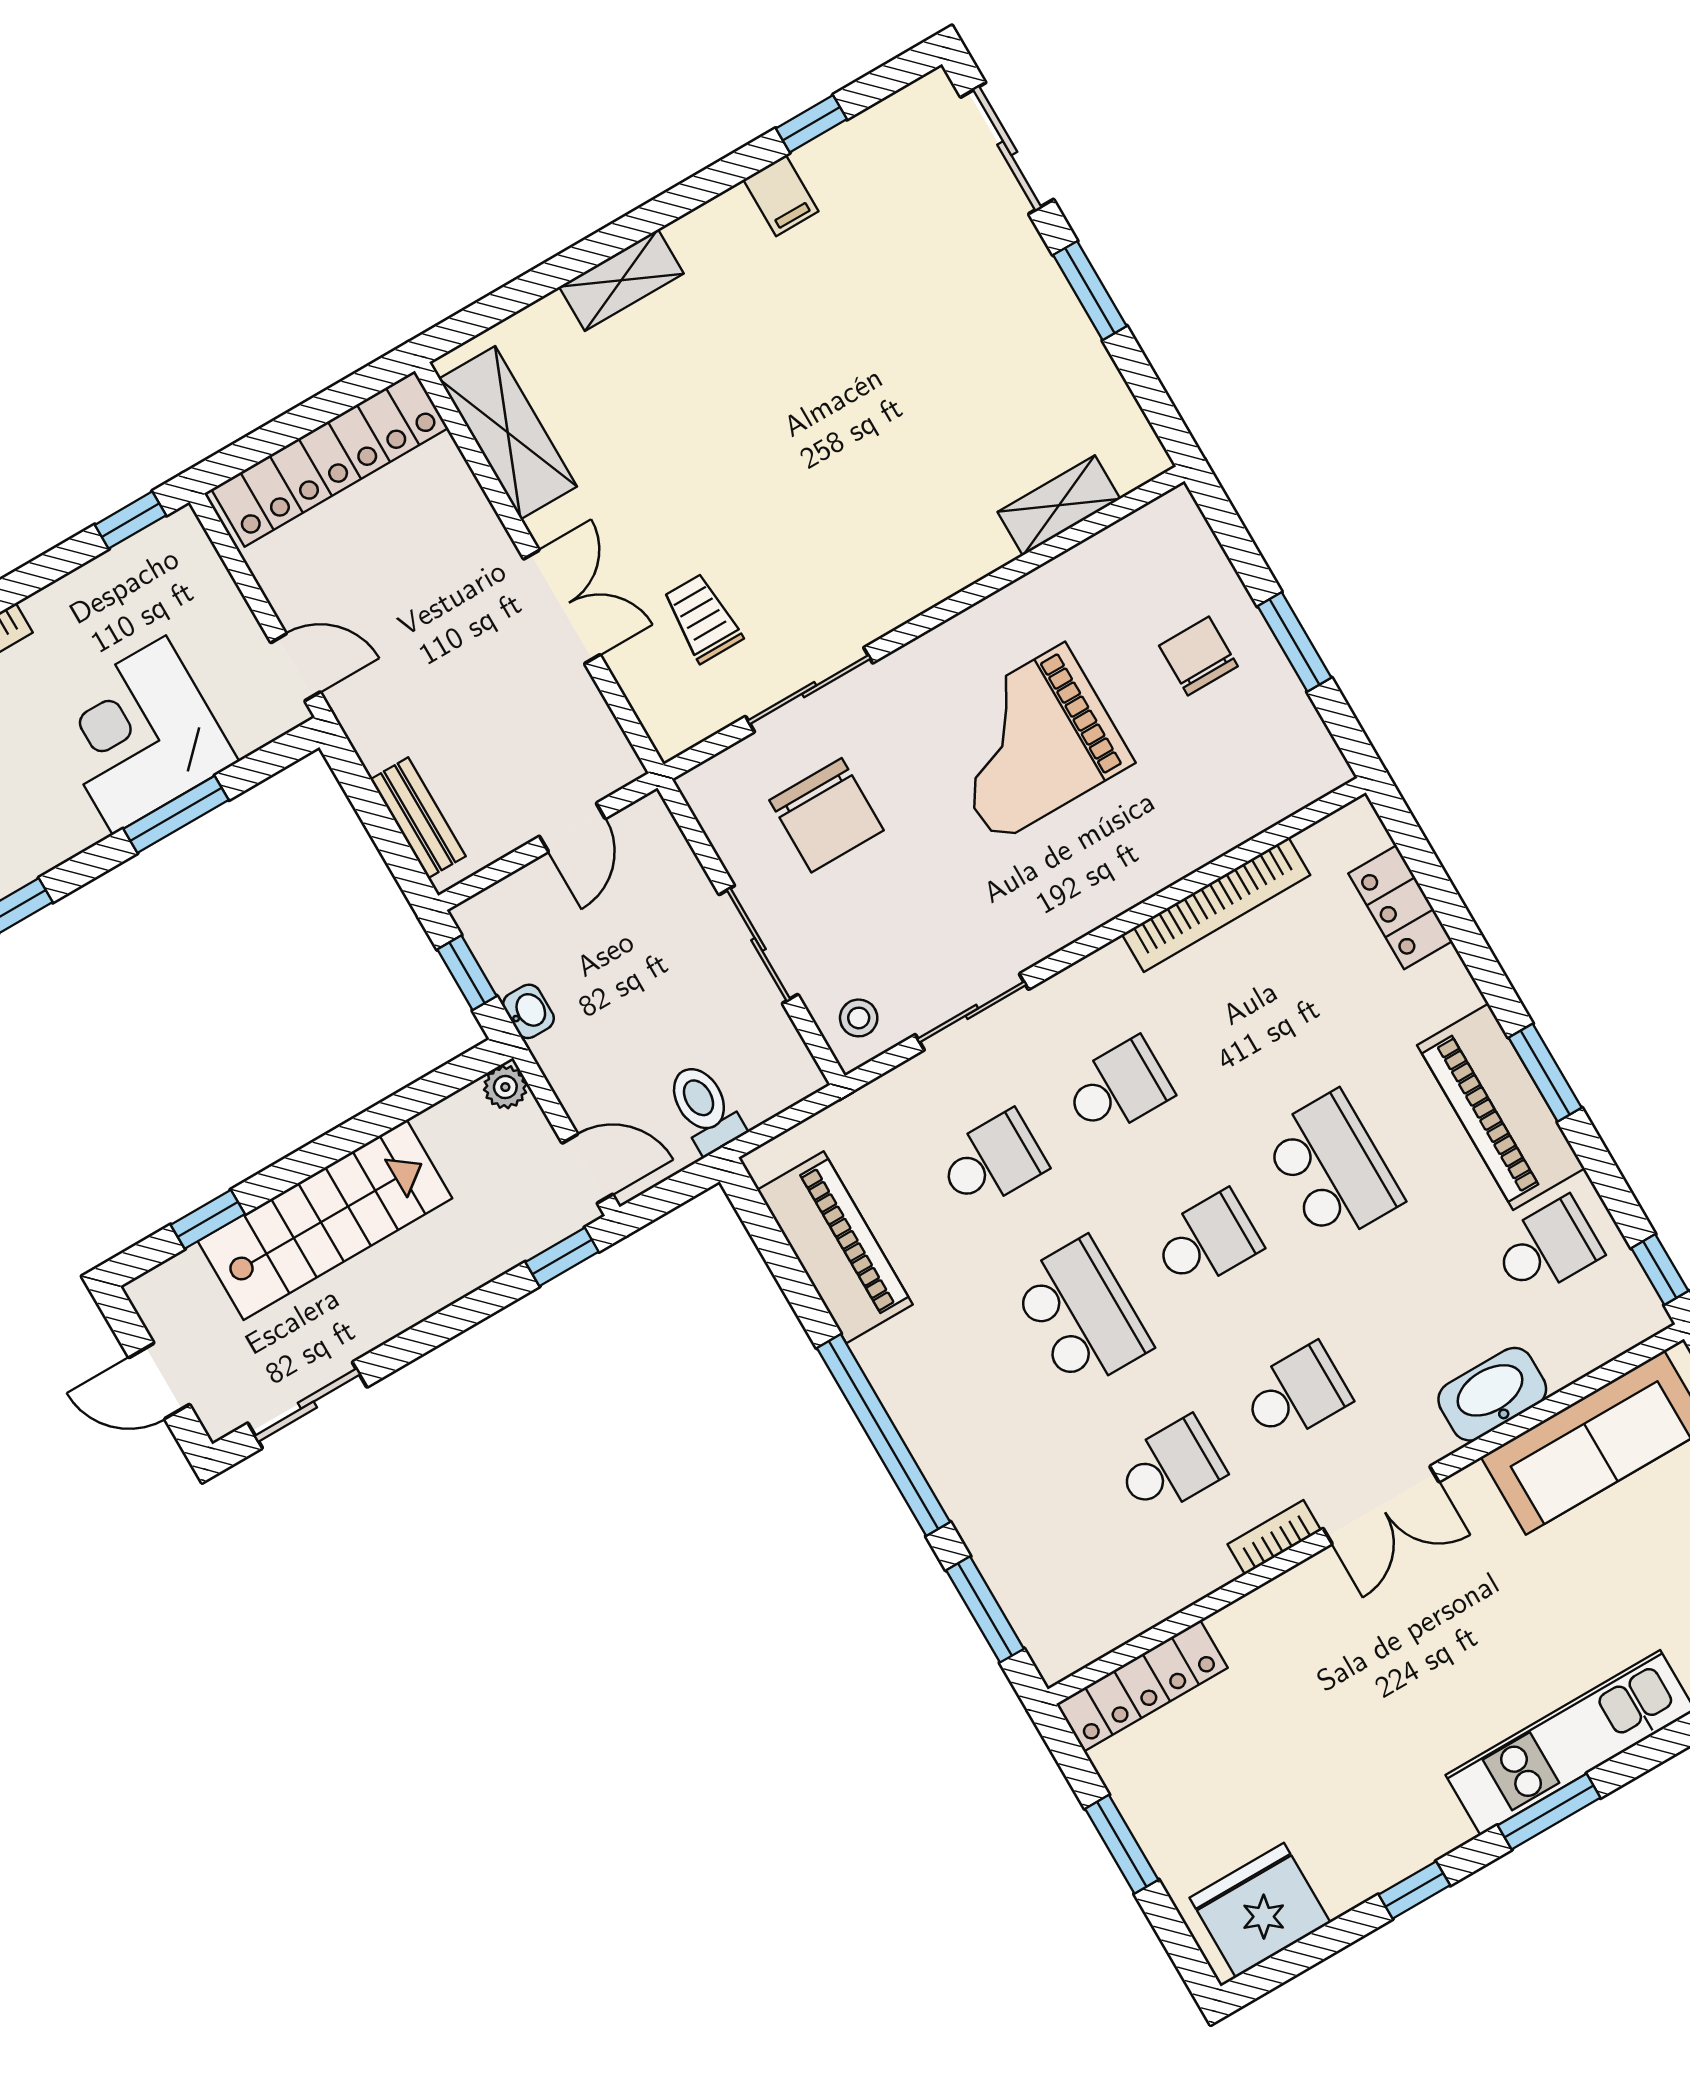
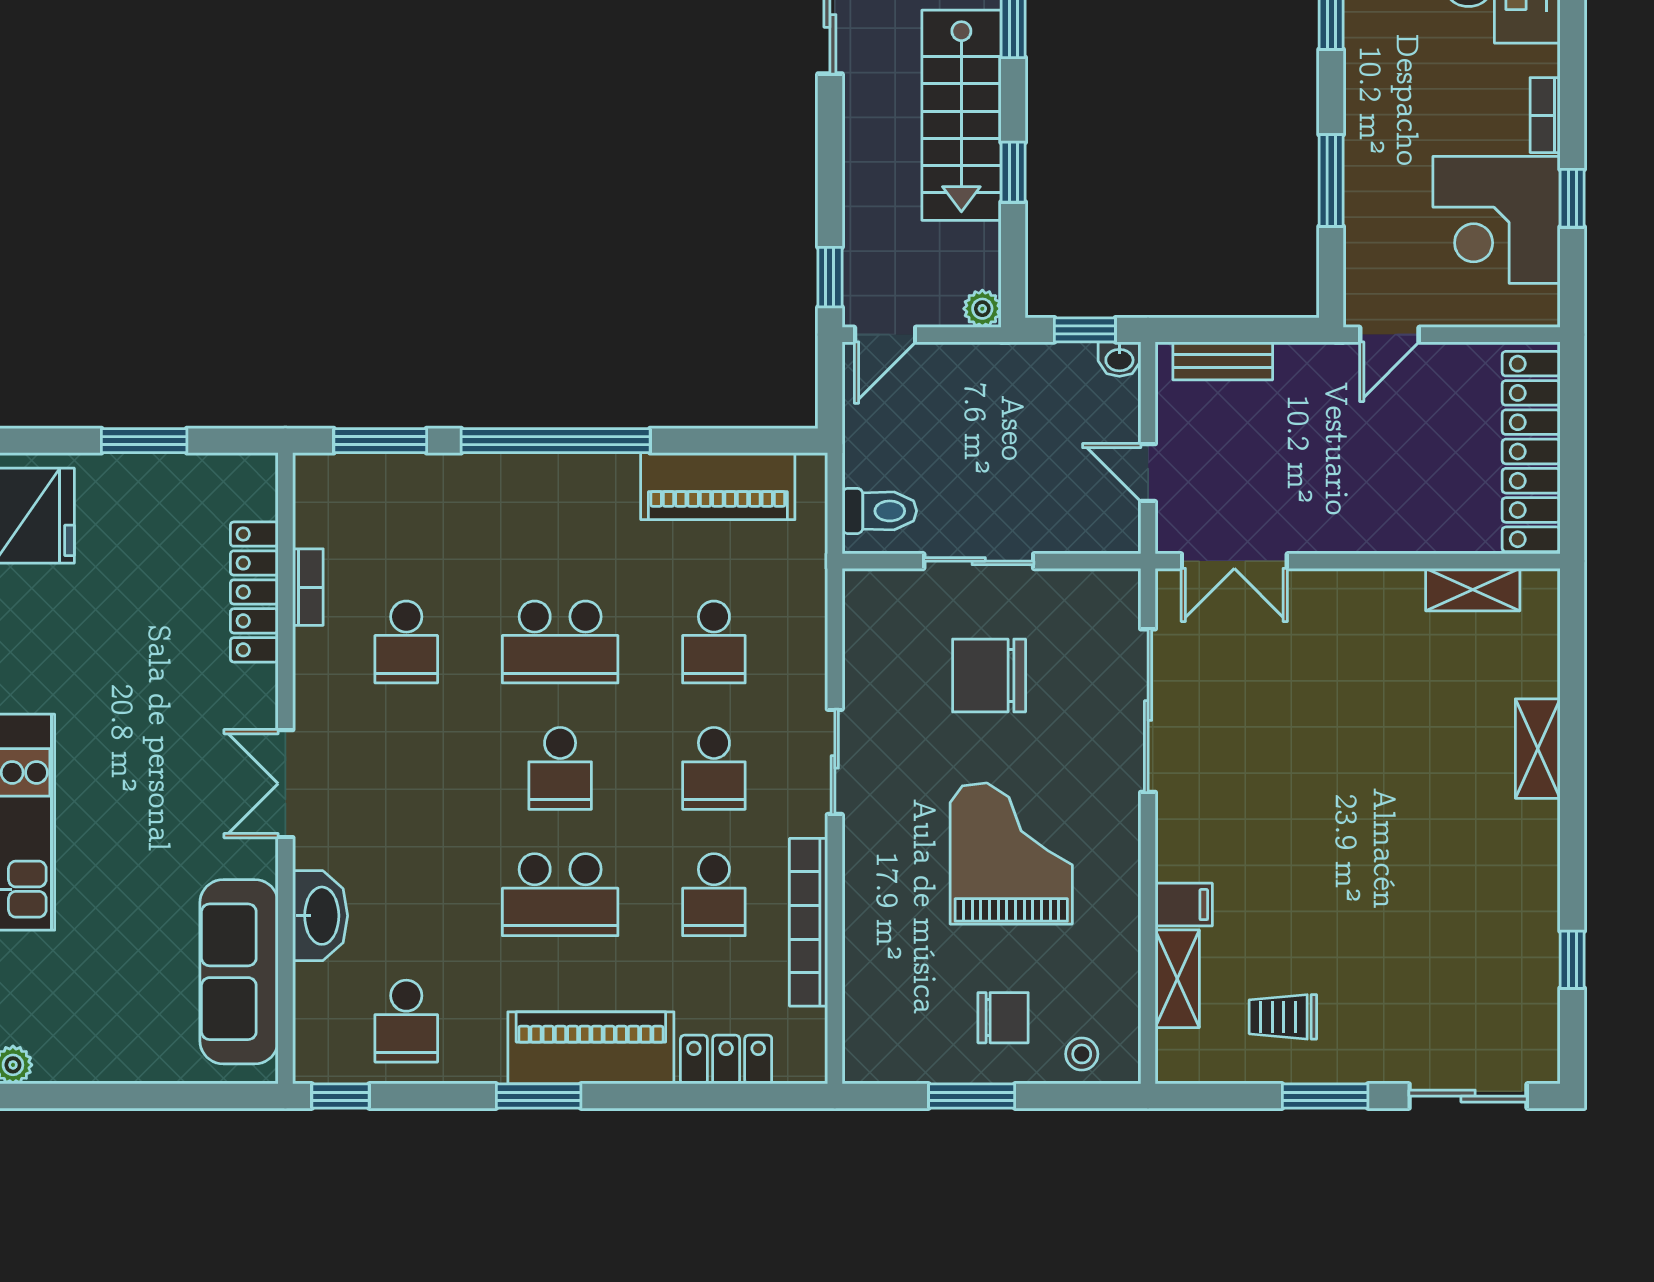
filing cabinet: (781, 195) -> (1184, 905), moved, turned 180
shelving: (508, 433) -> (1473, 590), width x0.67, depth x0.75
window: (130, 520) -> (1572, 198), moved
double door: (562, 607) -> (1234, 561), moved
trolley: (703, 618) -> (1283, 1017), moved, turned 180
sliding door: (809, 690) -> (1148, 711), width x1.37
corner desk: (139, 735) -> (1496, 220), moved, turned 180
chair: (827, 815) -> (989, 675), moved
washbasin: (528, 1011) -> (1119, 359), moved
sliding door: (972, 1012) -> (835, 762), moved
stool: (859, 1018) -> (1082, 1054), moved
piano: (1501, 1107) -> (591, 1048), moved
toilet: (705, 1108) -> (879, 511), moved
window: (352, 1135) -> (1013, 172), added
school desk: (1296, 1394) -> (714, 895), moved
bookcase: (1274, 1537) -> (308, 587), moved
locker: (1142, 1686) -> (254, 592), moved

